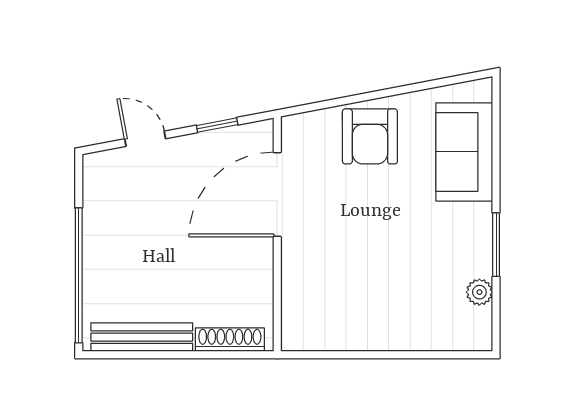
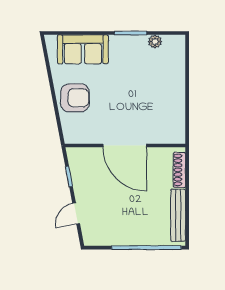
door: (277, 194) -> (125, 146), moved

